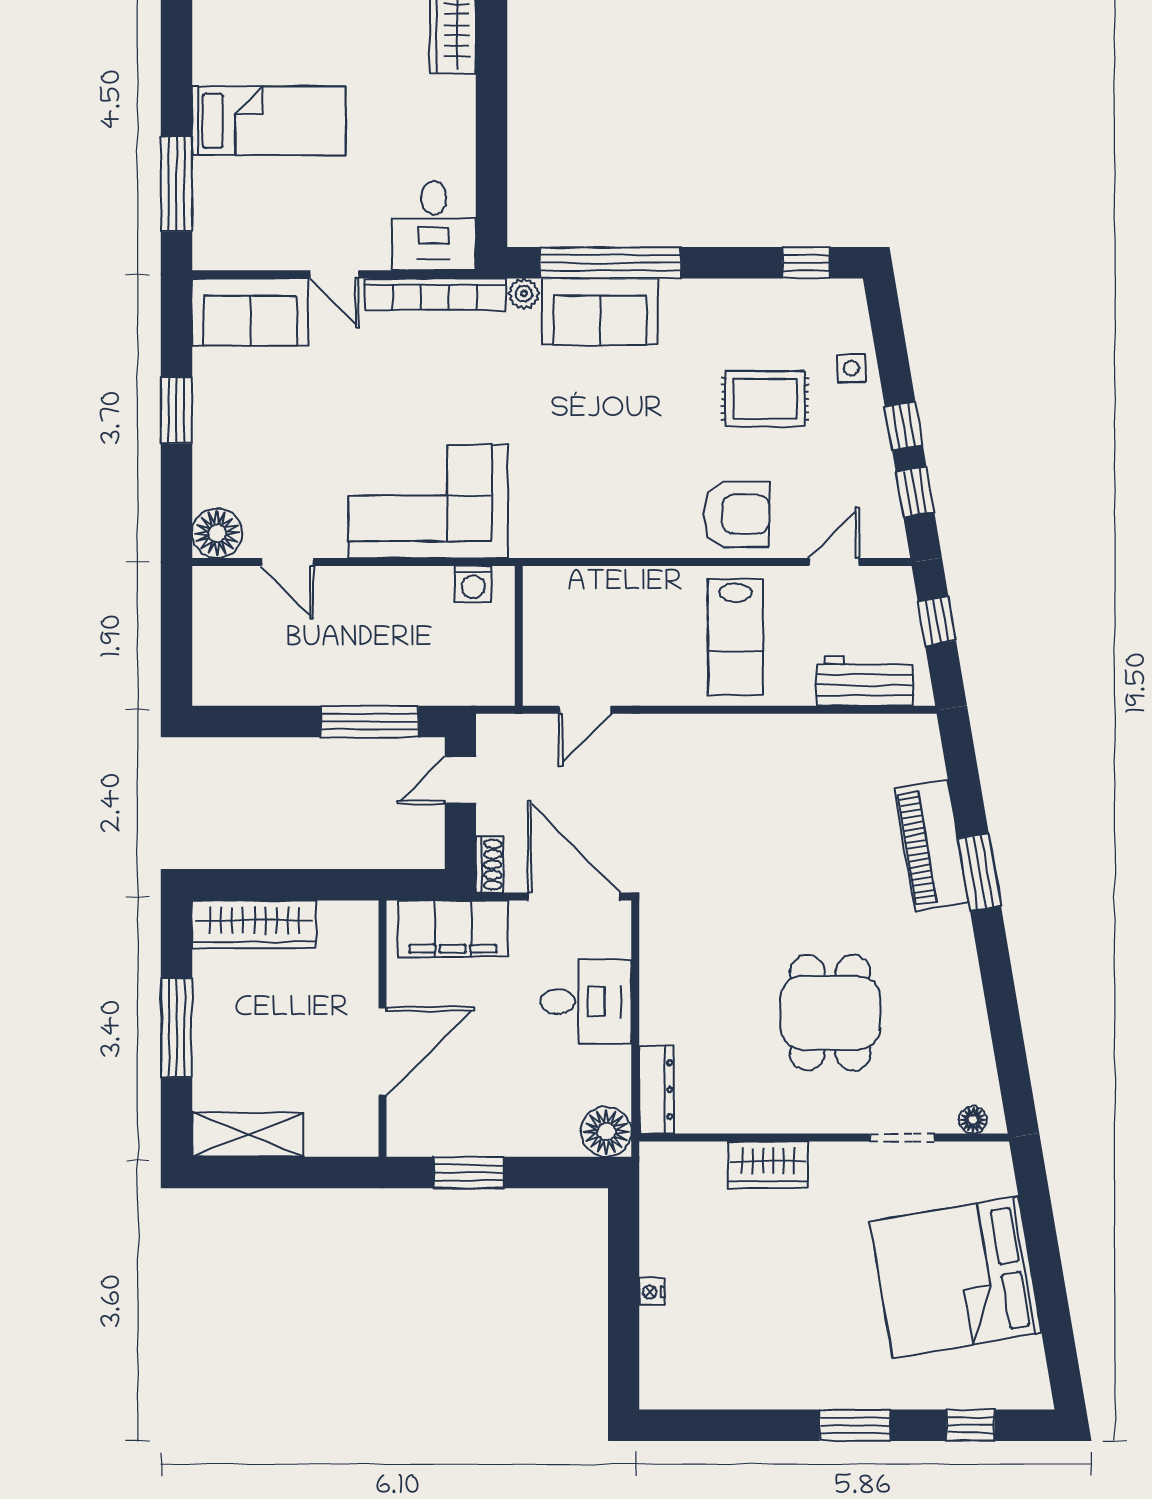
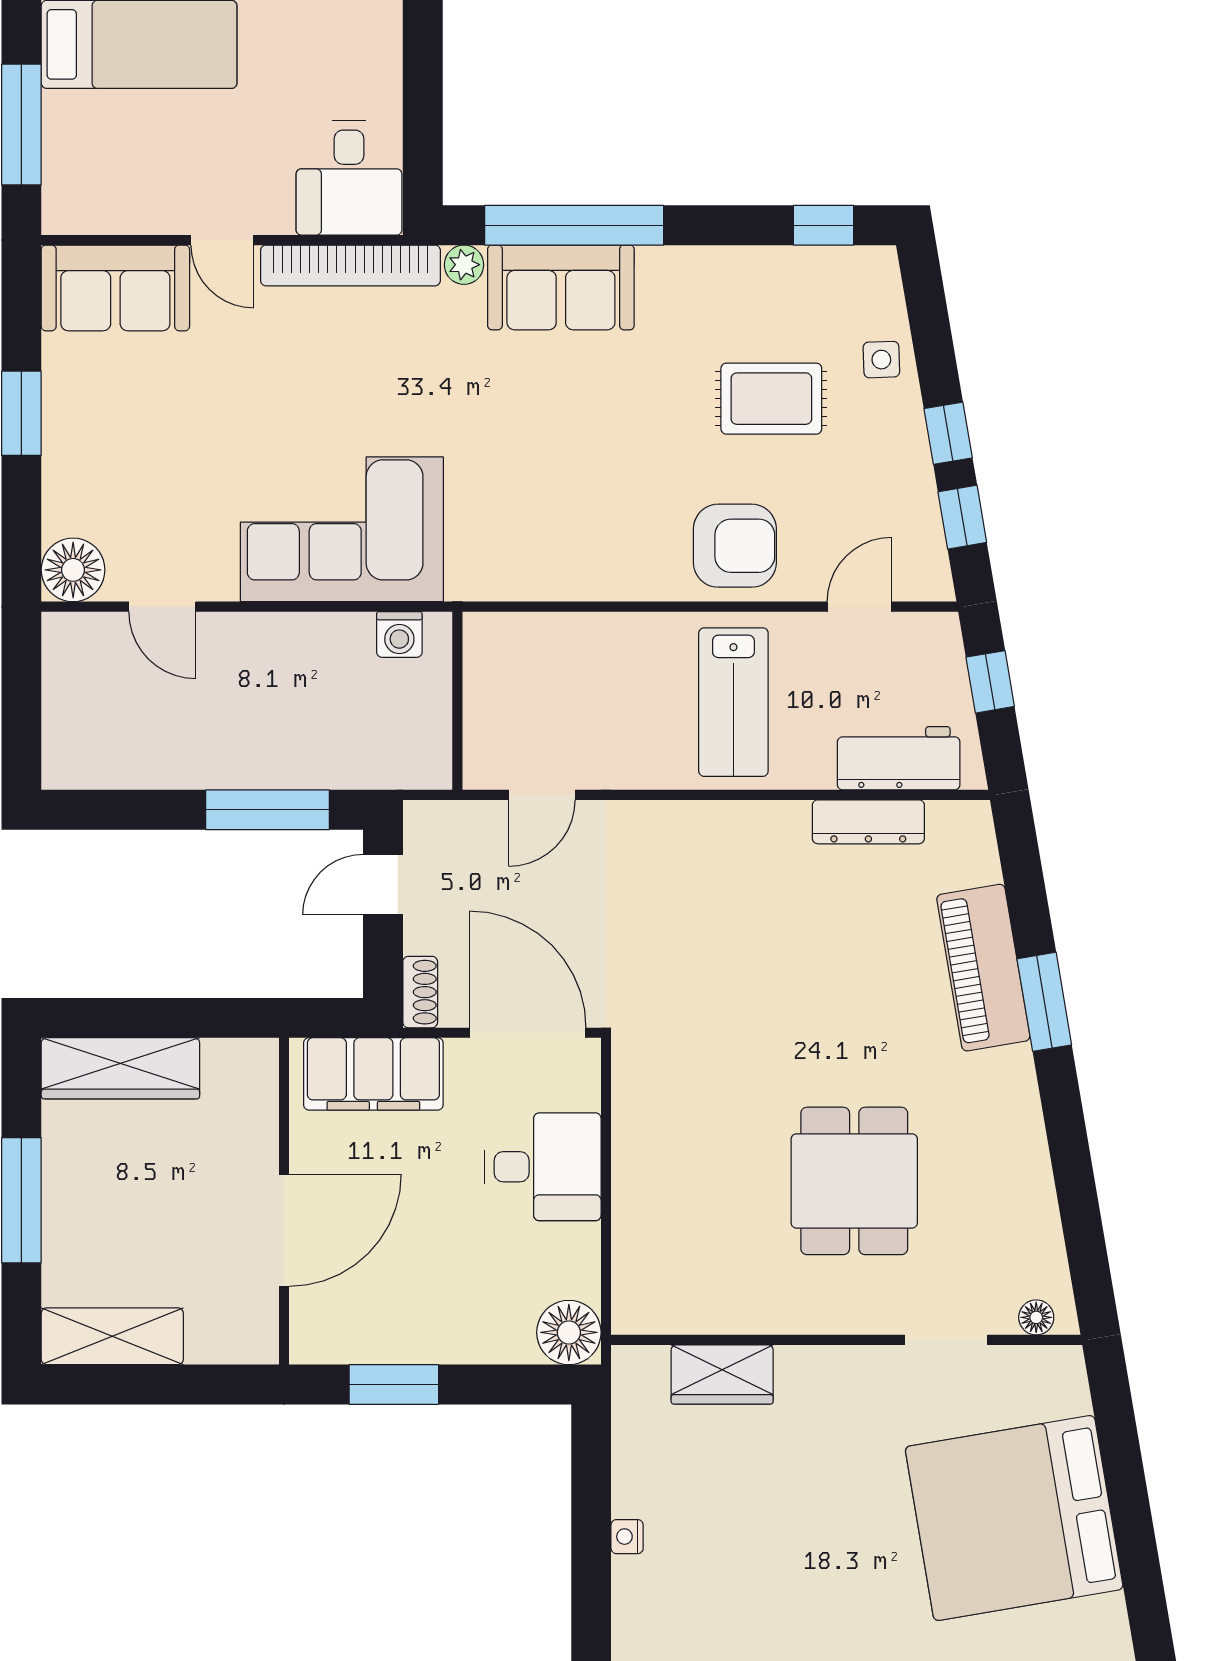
dresser: (656, 1090) -> (868, 822), moved, turned 90
wardrobe: (768, 1165) -> (722, 1374), moved

